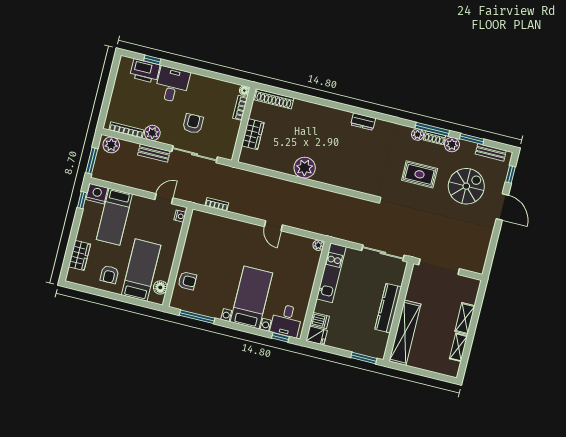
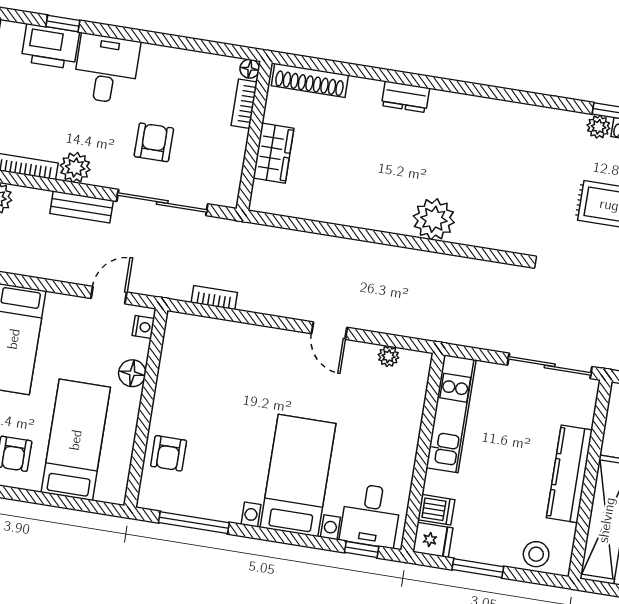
dresser: (363, 122) -> (405, 97), moved
plant: (305, 168) -> (434, 219), moved
plant: (318, 245) -> (388, 356), moved
armchair: (187, 281) -> (169, 453), turned 90
floor lamp: (160, 287) -> (132, 373), moved
stool: (368, 347) -> (536, 554), added
window: (364, 358) -> (478, 568), moved

